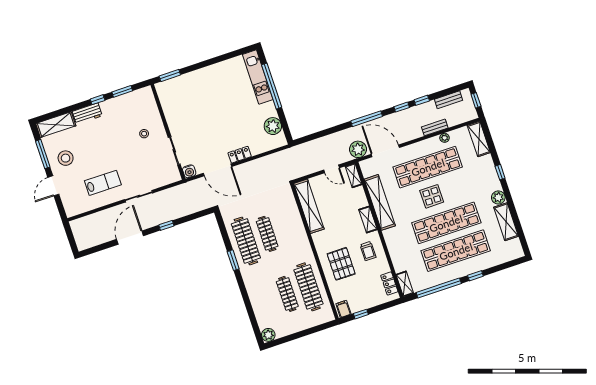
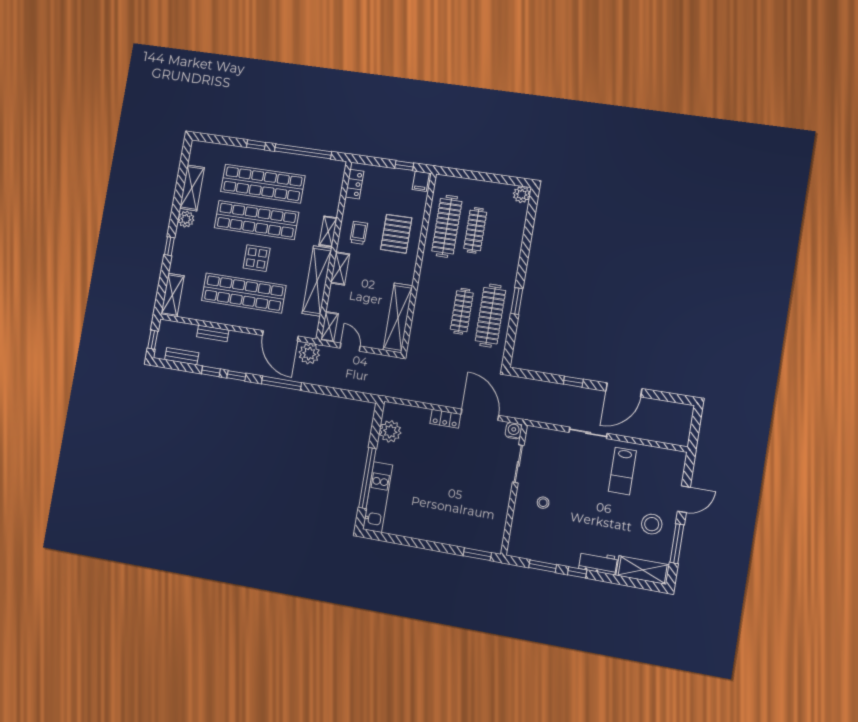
plant: (445, 138) -> (208, 316), removed
lab bench: (103, 183) -> (622, 471), turned -90
shelving: (405, 284) -> (328, 231), moved

